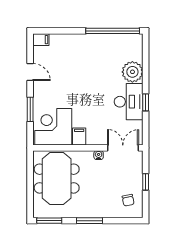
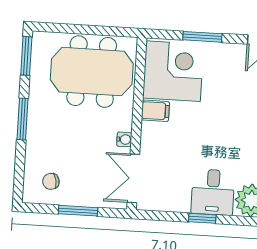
desk: (129, 102) -> (213, 192), width x0.73
double door: (123, 148) -> (133, 178), swing flipped
window: (146, 182) -> (78, 211), width x1.50

